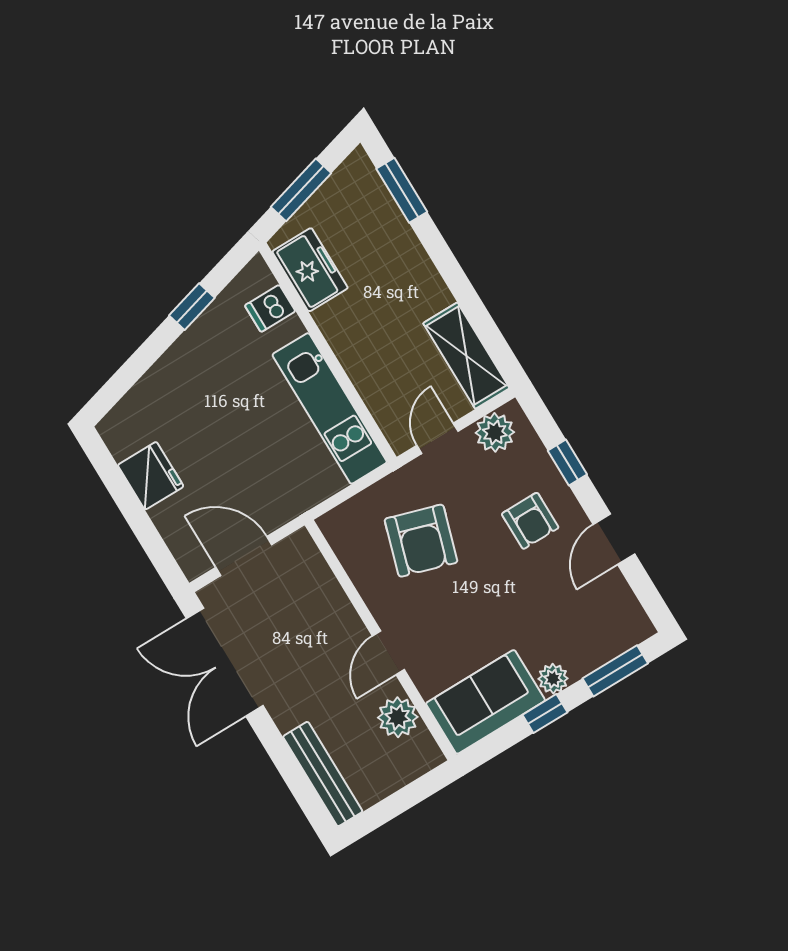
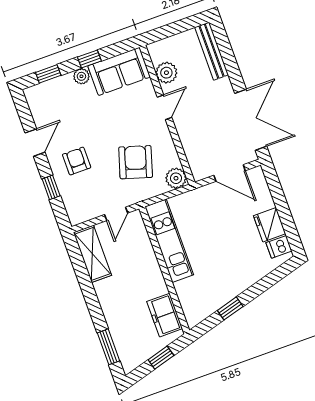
window: (301, 190) -> (161, 358), width x0.67
dishwasher: (270, 308) -> (279, 247), moved, turned 180
plant: (495, 432) -> (176, 178), moved
window: (615, 671) -> (48, 74), width x0.67

